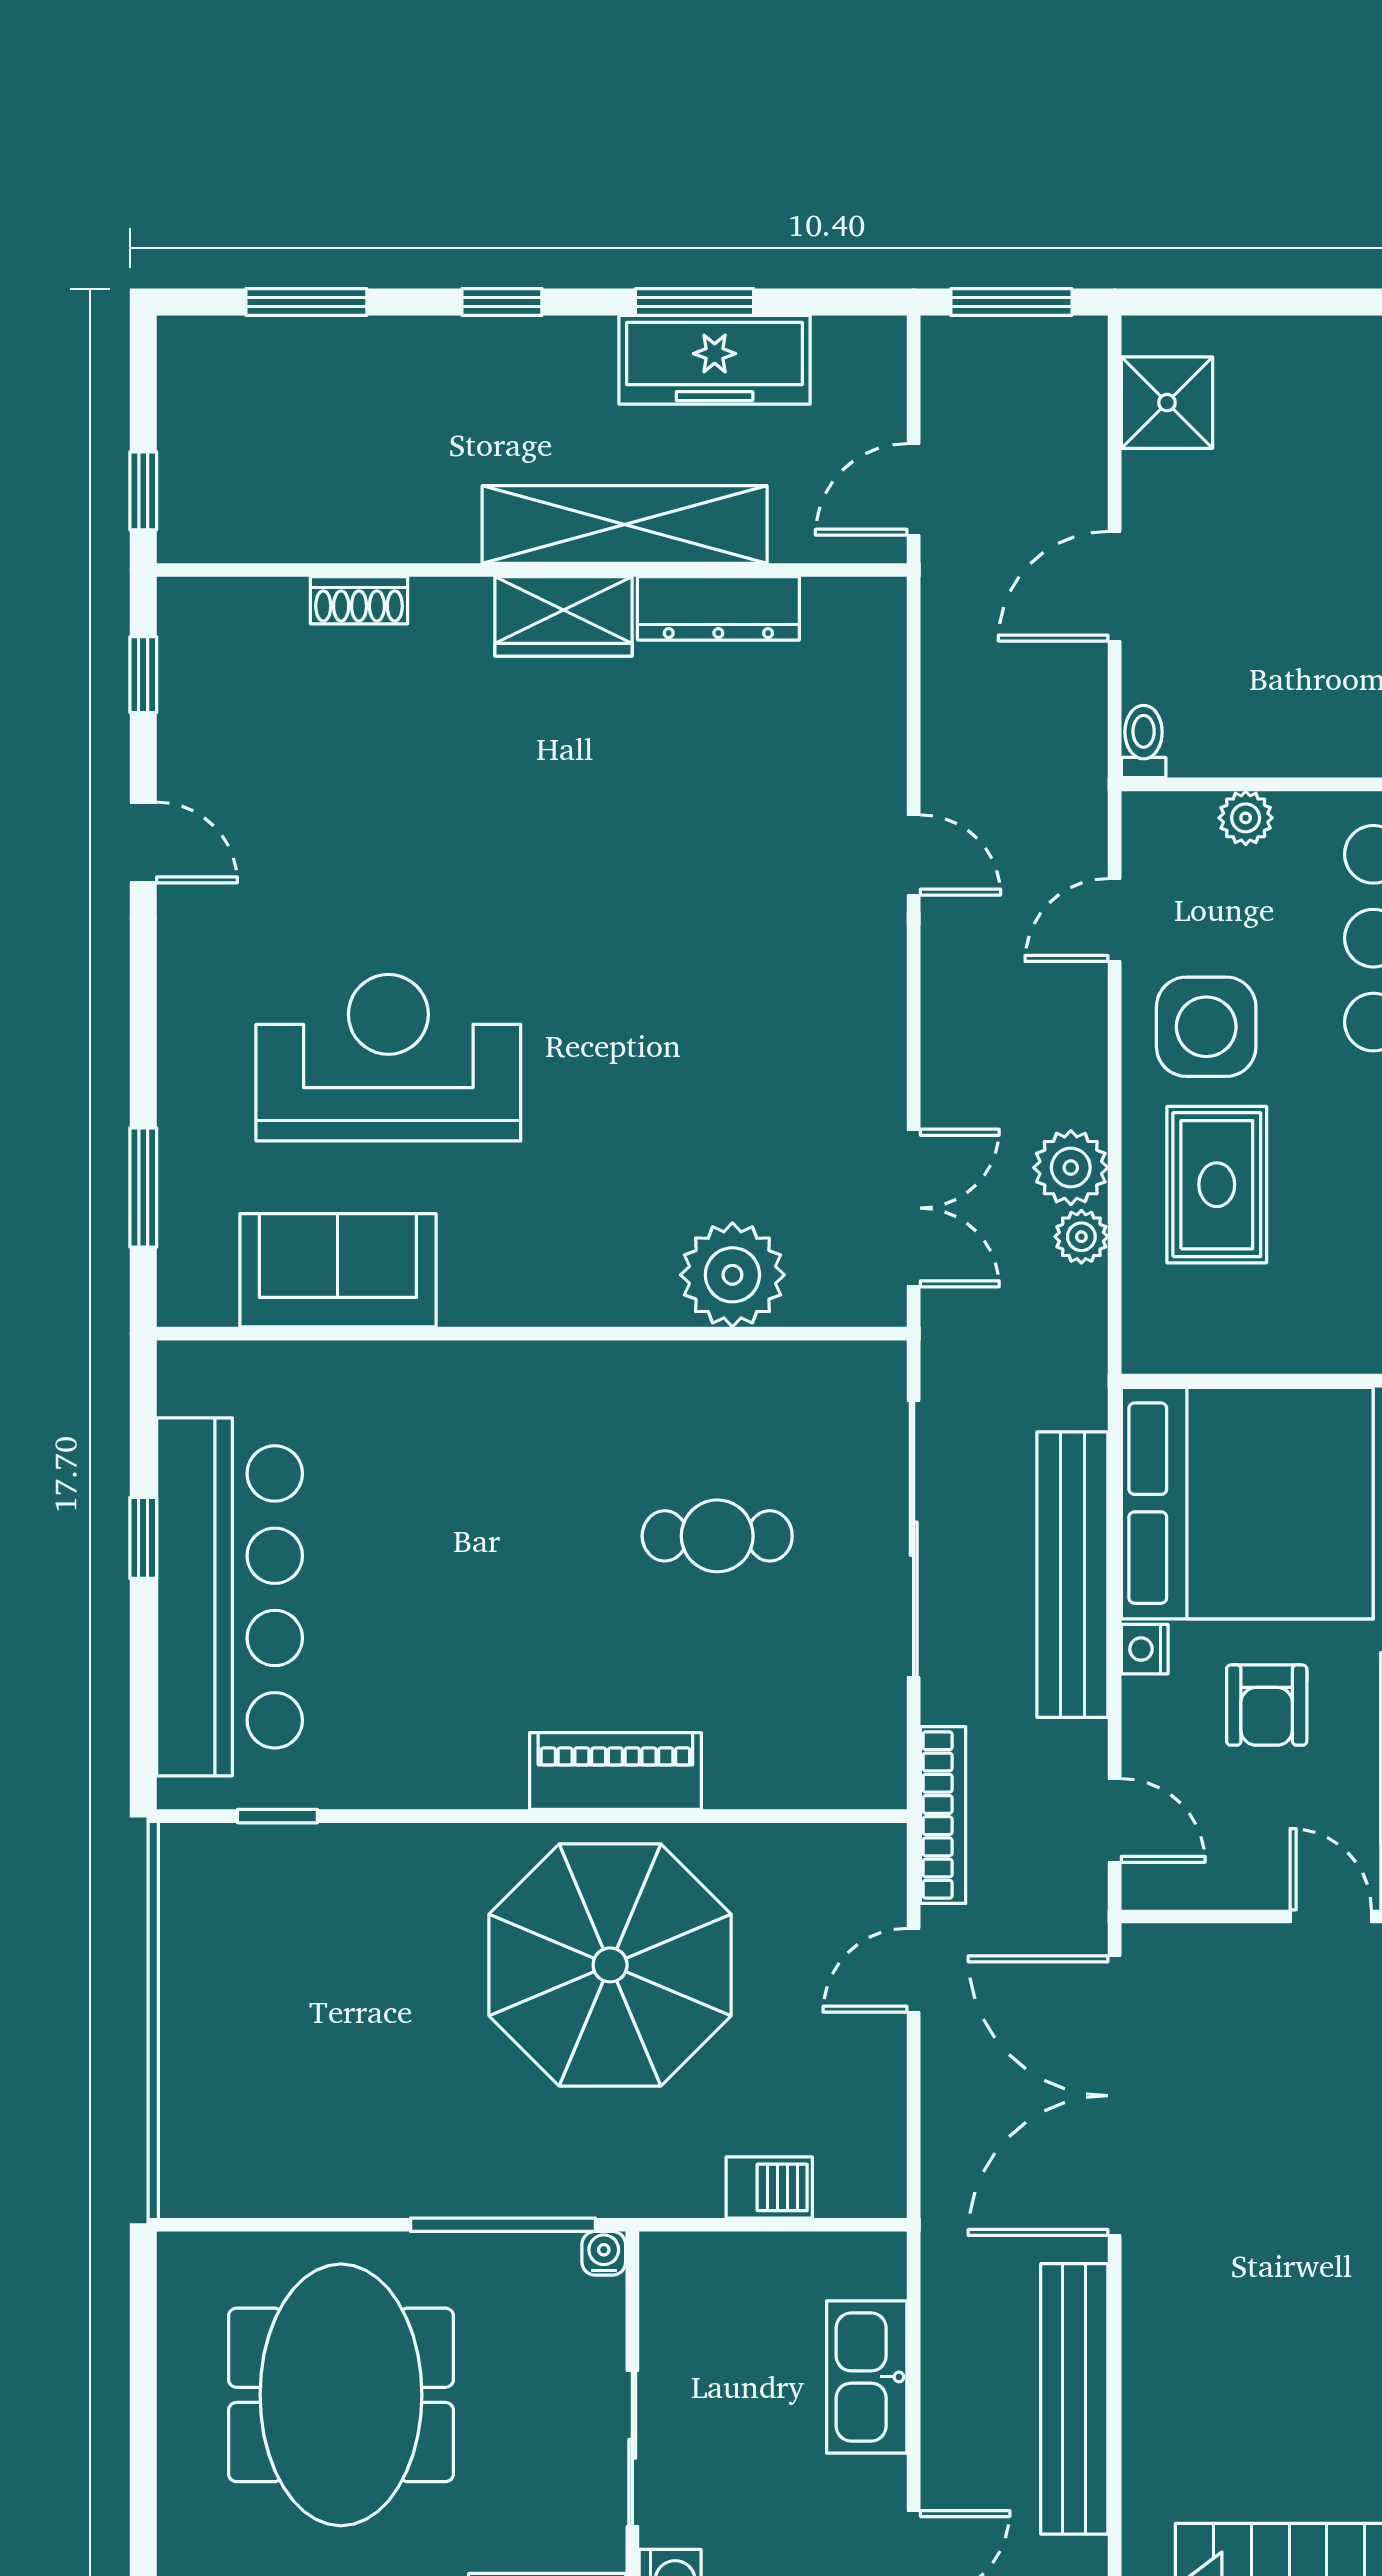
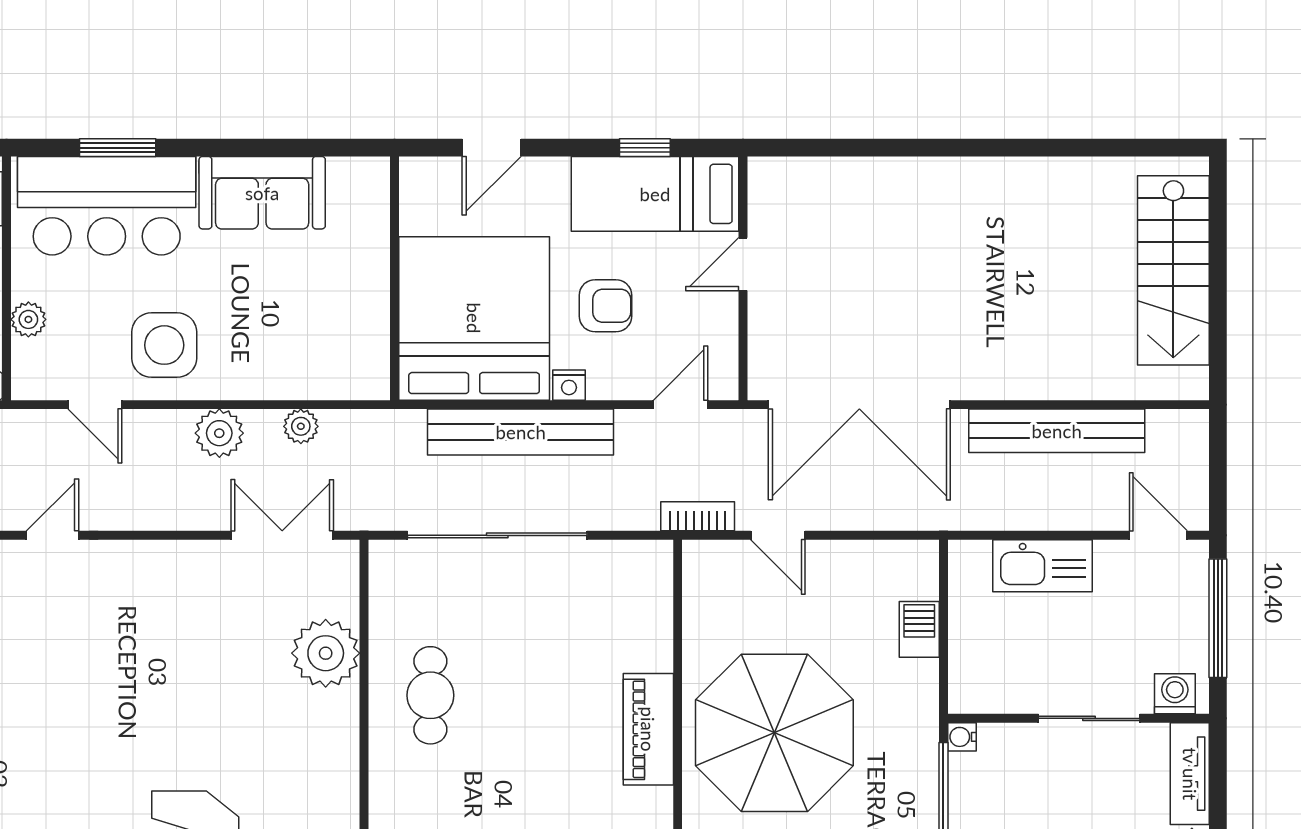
plant: (1071, 1168) -> (219, 433), moved
rug: (1217, 1185) -> (267, 338), removed
cafe table: (717, 1536) -> (430, 695), moved
bookcase: (943, 1815) -> (698, 516), width x0.64

